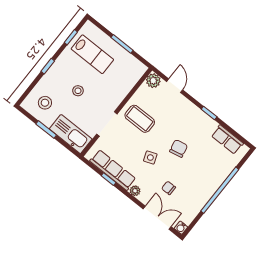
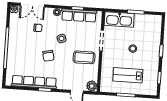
lab bench: (92, 54) -> (128, 75), moved
stool: (45, 103) -> (148, 28), removed
row of seats: (227, 140) -> (34, 82), width x2.02

